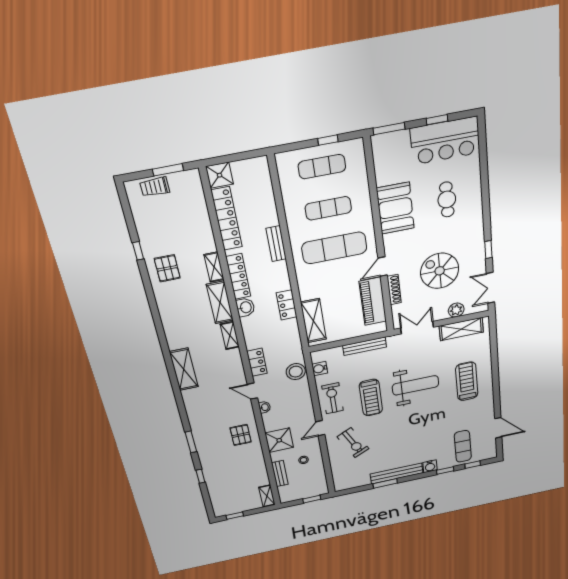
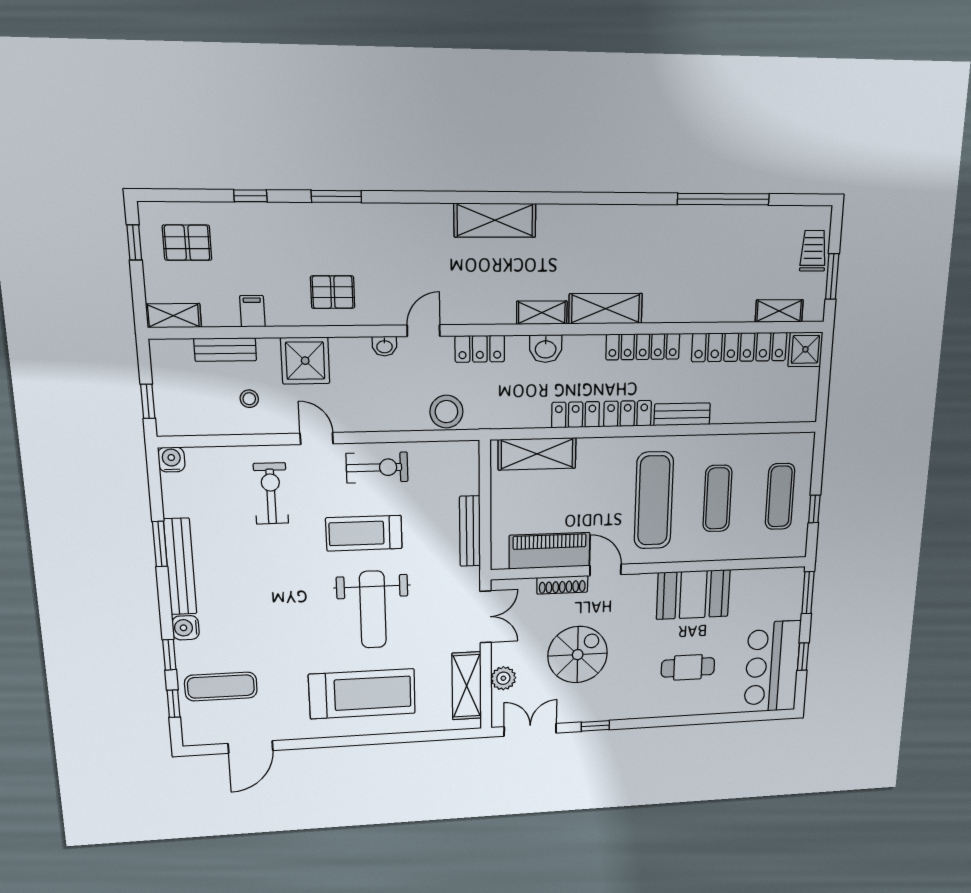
window: (138, 251) -> (723, 199), width x3.17
shelving: (214, 267) -> (779, 311), moved
pallet: (167, 268) -> (187, 243), moved
locker: (281, 276) -> (628, 414), added
washbasin: (245, 307) -> (546, 349), moved
water cooler: (320, 369) -> (171, 459), moved
treadmill: (467, 381) -> (362, 694), width x1.37, depth x1.38
exercise bike: (353, 443) -> (271, 493), turned 116
filing cabinet: (258, 466) -> (252, 311), added

